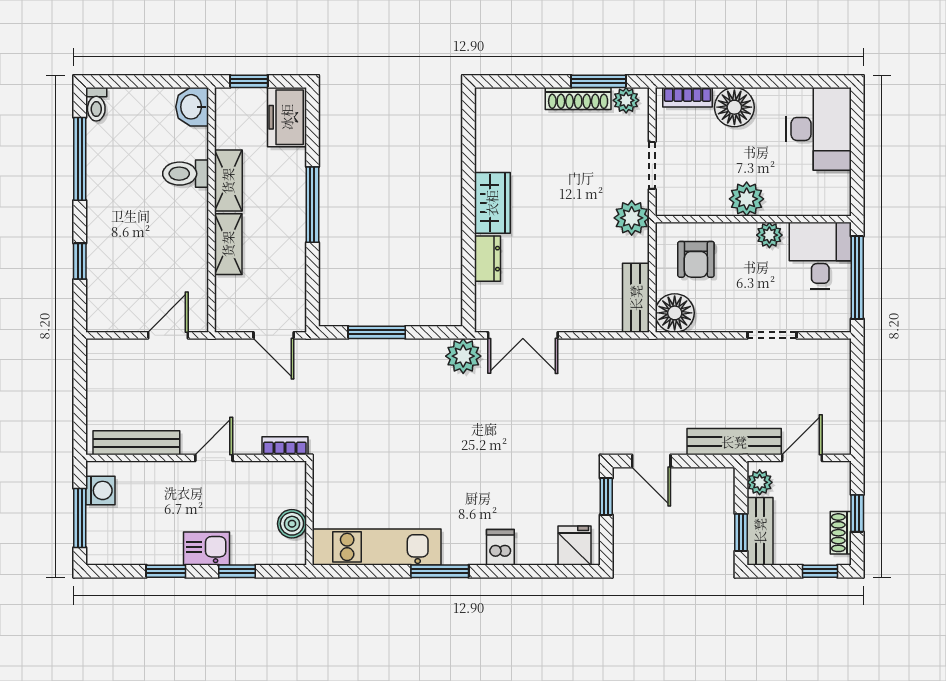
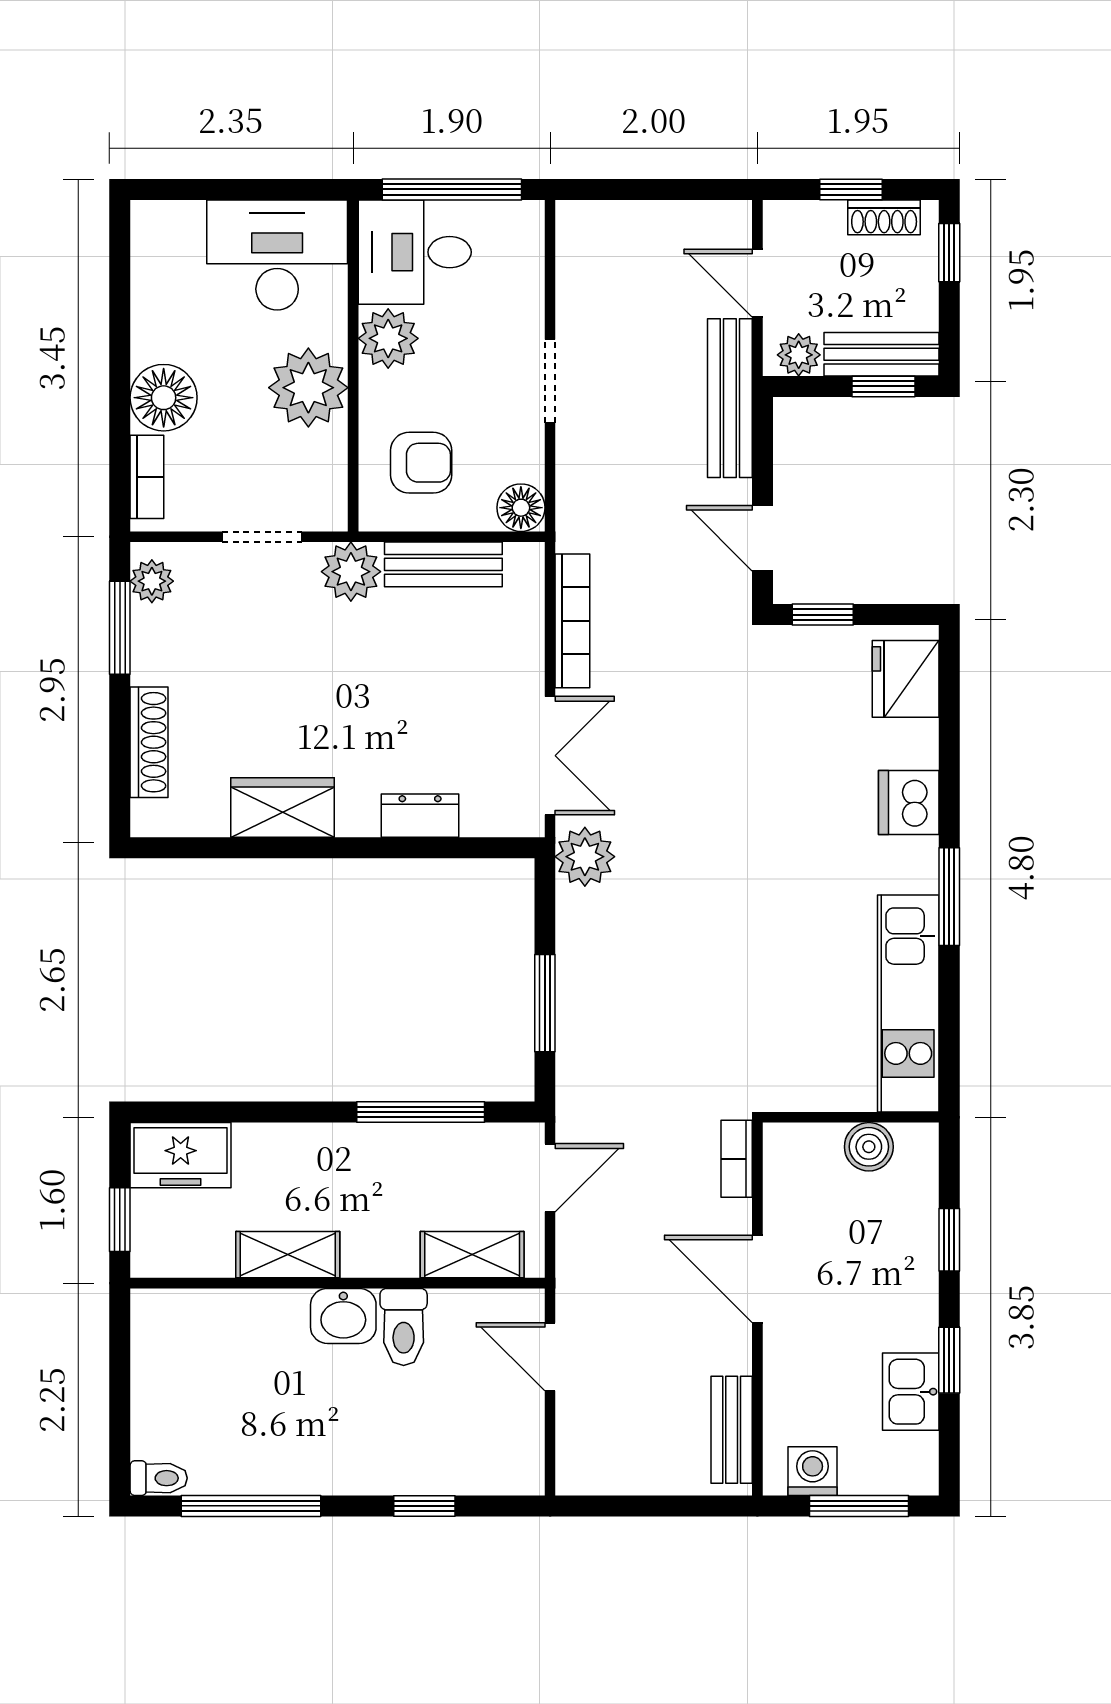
shoe rack: (578, 99) -> (149, 742), moved
washbasin: (192, 107) -> (343, 1316), moved
desk: (819, 129) -> (277, 255), moved
toilet: (186, 174) -> (404, 1327), moved
plant: (747, 199) -> (308, 388), width x1.36, depth x1.36
wardrobe: (492, 203) -> (282, 807), moved
window: (312, 205) -> (421, 1112), moved
plant: (769, 235) -> (388, 338), width x1.38, depth x1.38
shelving: (228, 244) -> (472, 1255), moved
bench: (636, 298) -> (443, 564), moved
floor lamp: (675, 313) -> (521, 508), width x0.73, depth x0.73
doorway: (772, 335) -> (550, 381), moved
bookcase: (603, 349) -> (572, 621), added
bench: (136, 443) -> (732, 1430), width x0.73
door: (214, 458) -> (757, 1279), width x1.37
door: (651, 461) -> (763, 538), swing flipped
fridge: (575, 545) -> (906, 679), width x1.38
dishwasher: (500, 547) -> (909, 803), width x1.38
kitchen sink: (206, 548) -> (911, 1392), moved

